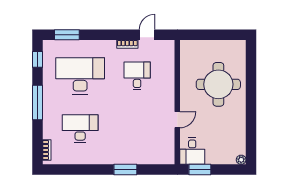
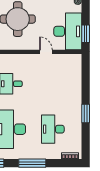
desk: (192, 151) -> (68, 31), width x1.87, depth x1.30
window: (125, 170) -> (86, 113), moved

